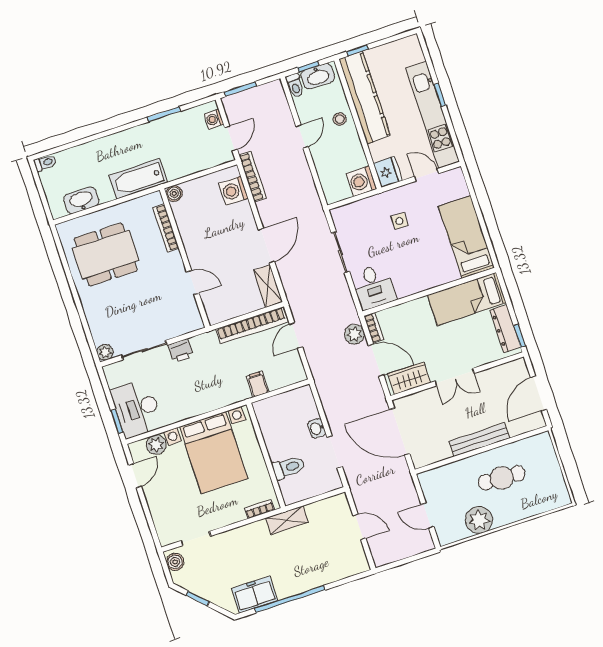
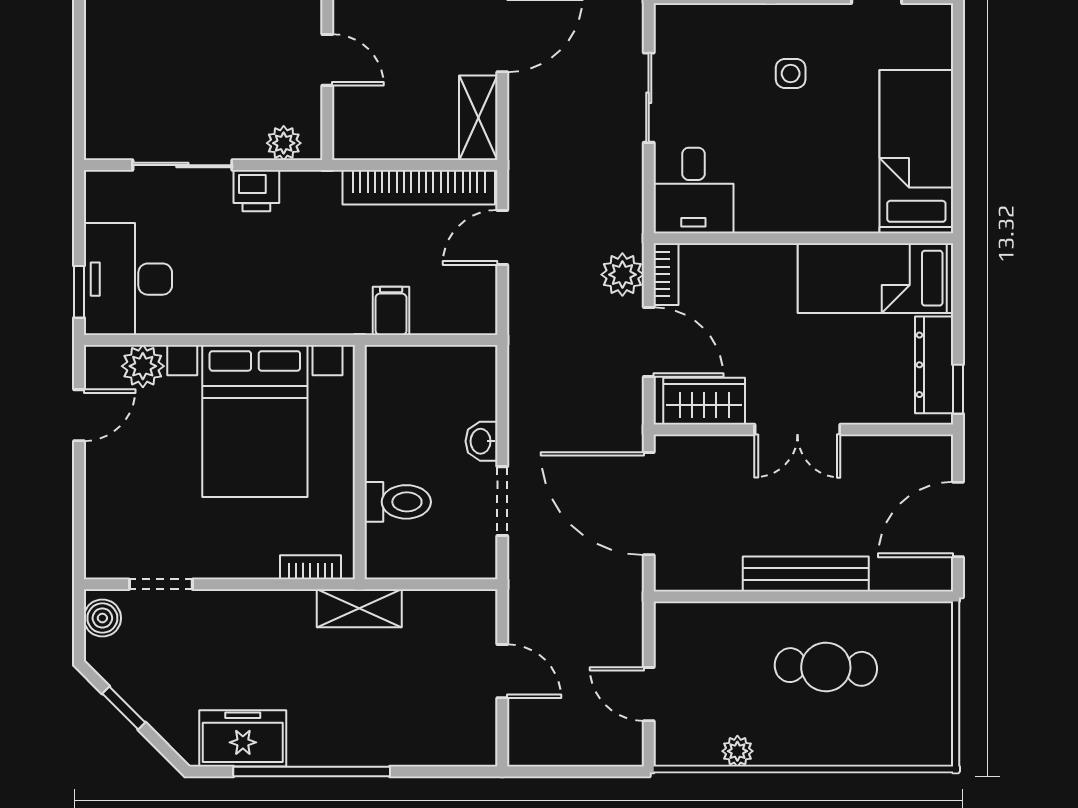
plant: (105, 352) -> (284, 143), moved
plant: (479, 520) -> (737, 751), width x0.53, depth x0.53

